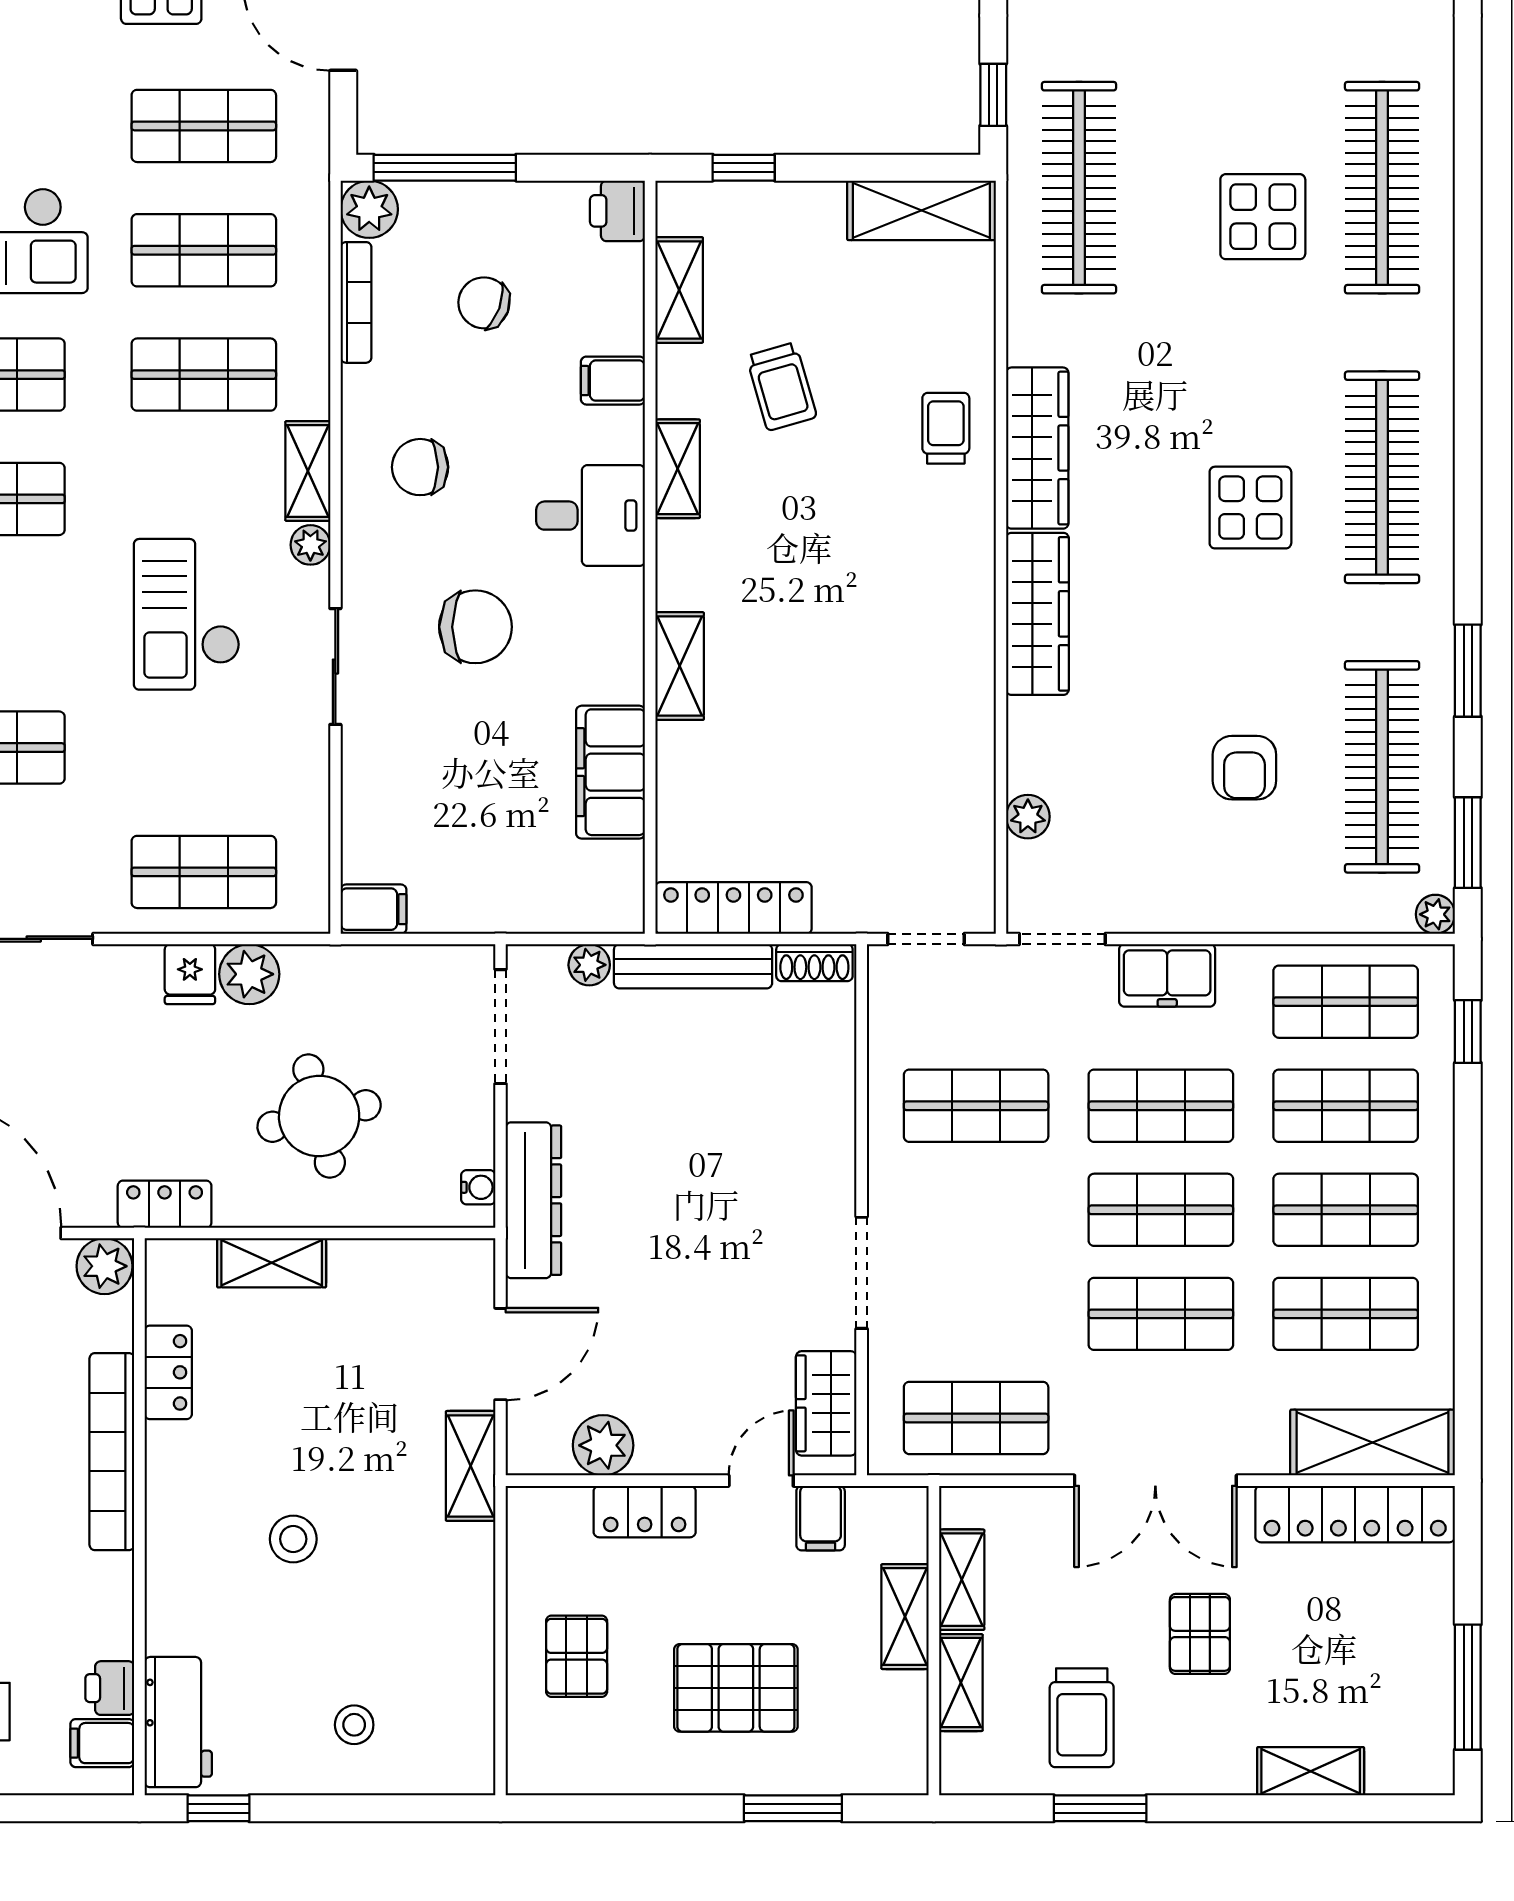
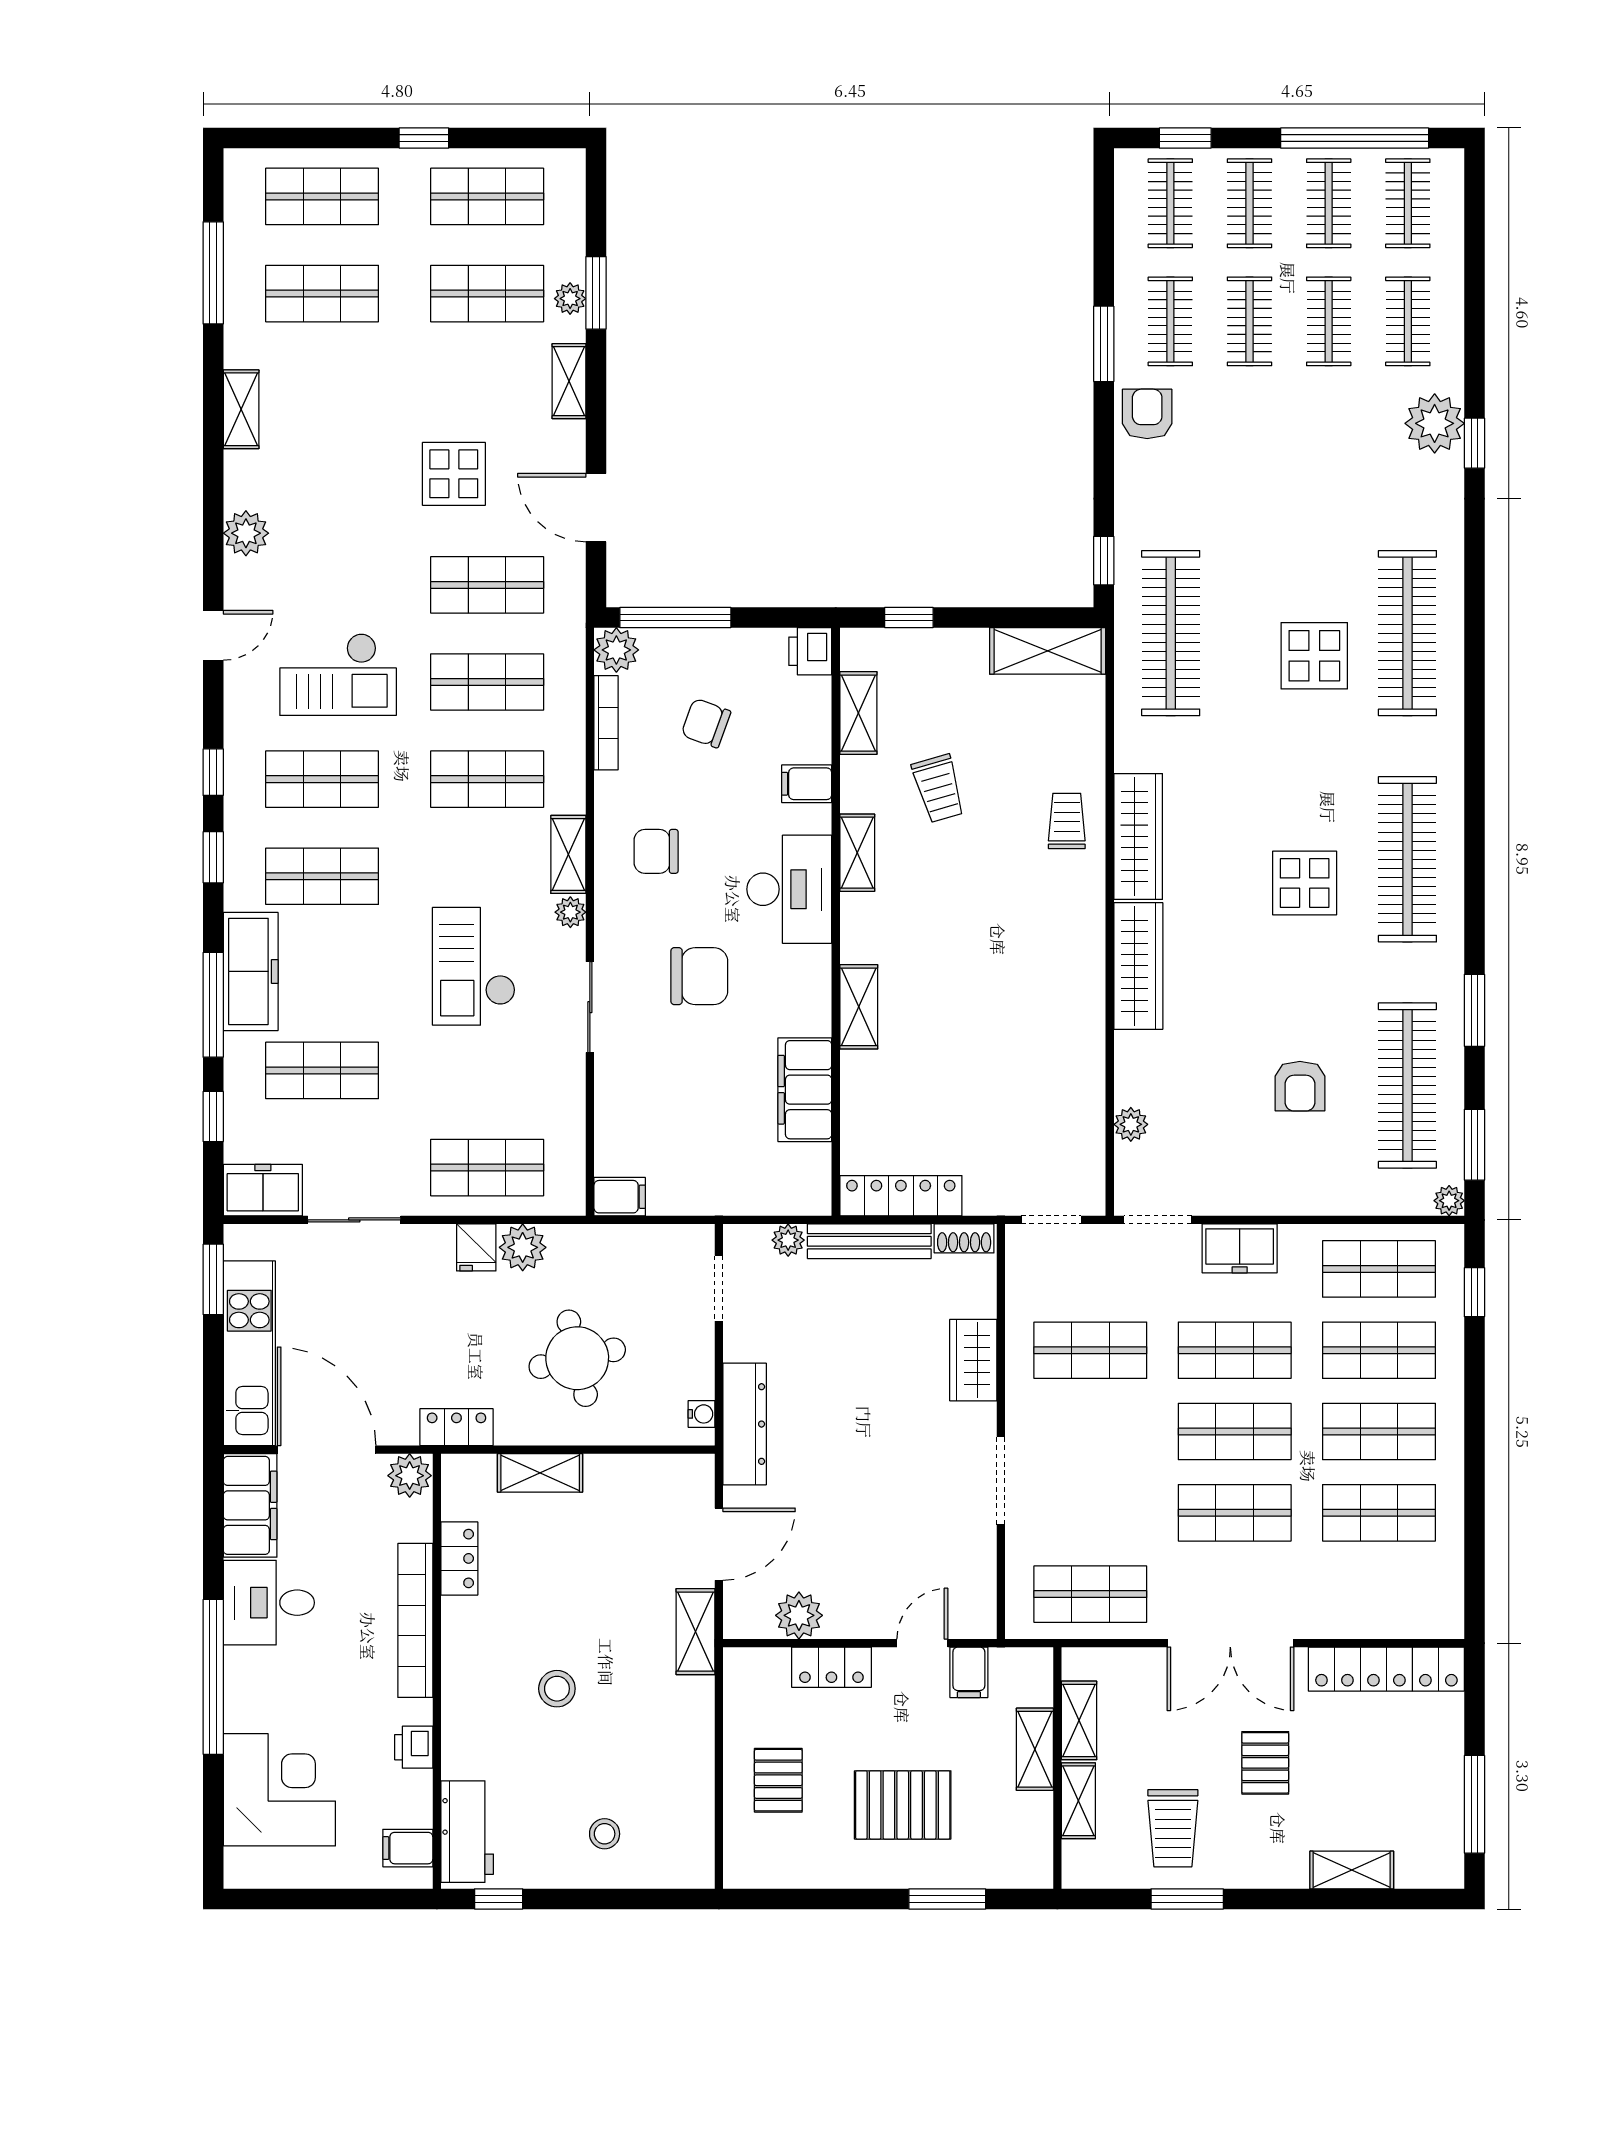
desk: (591, 516) -> (789, 889), width x1.37
doorway: (501, 1027) -> (719, 1288), width x0.73
wardrobe: (826, 1403) -> (973, 1360), moved
shelving: (1372, 1443) -> (1400, 1613), removed
printer: (110, 1688) -> (414, 1747), moved

